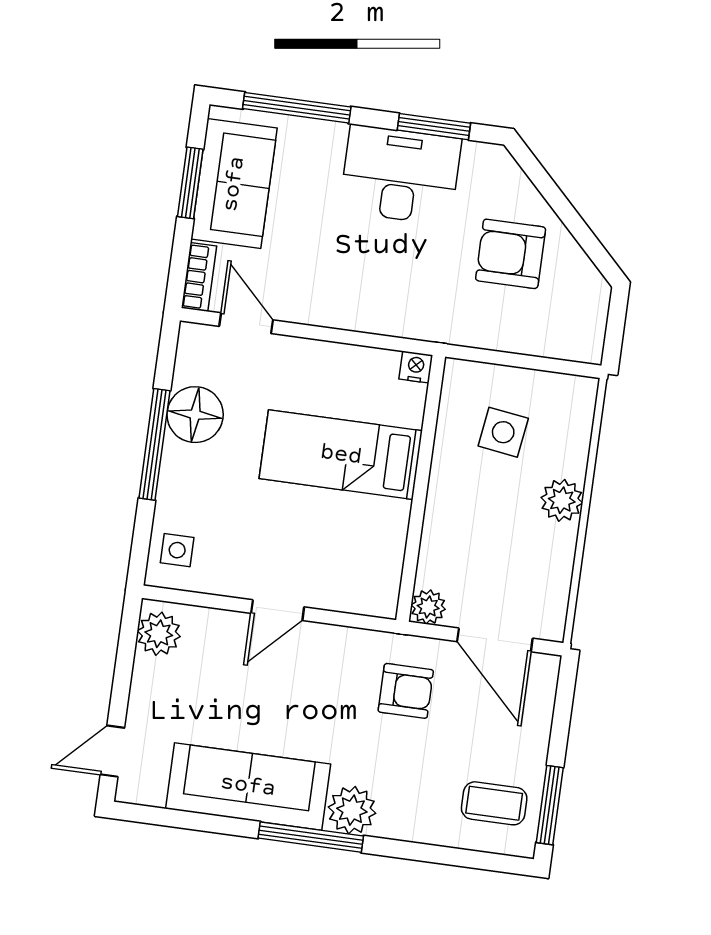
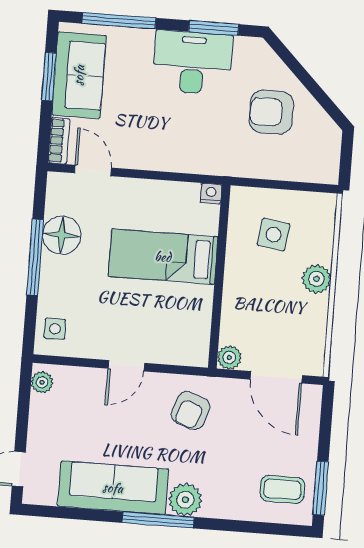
plant: (159, 634) -> (42, 382), width x0.73, depth x0.73
armchair: (406, 691) -> (191, 411), moved, turned 110

